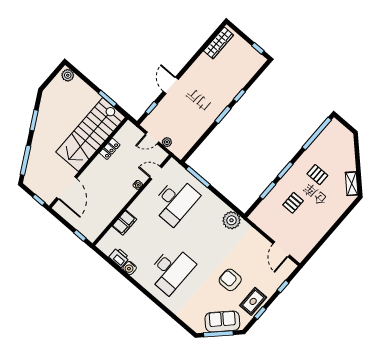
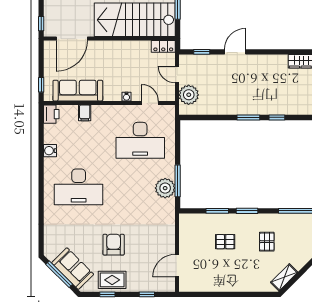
plant: (167, 142) -> (189, 95), width x1.88, depth x1.88
locker: (110, 149) -> (163, 46), moved
window: (198, 177) -> (178, 181), moved
sofa: (105, 214) -> (78, 91), added
plant: (232, 220) -> (165, 188), moved
filing cabinet: (124, 223) -> (85, 113), width x0.50
printer: (119, 257) -> (51, 114), moved

